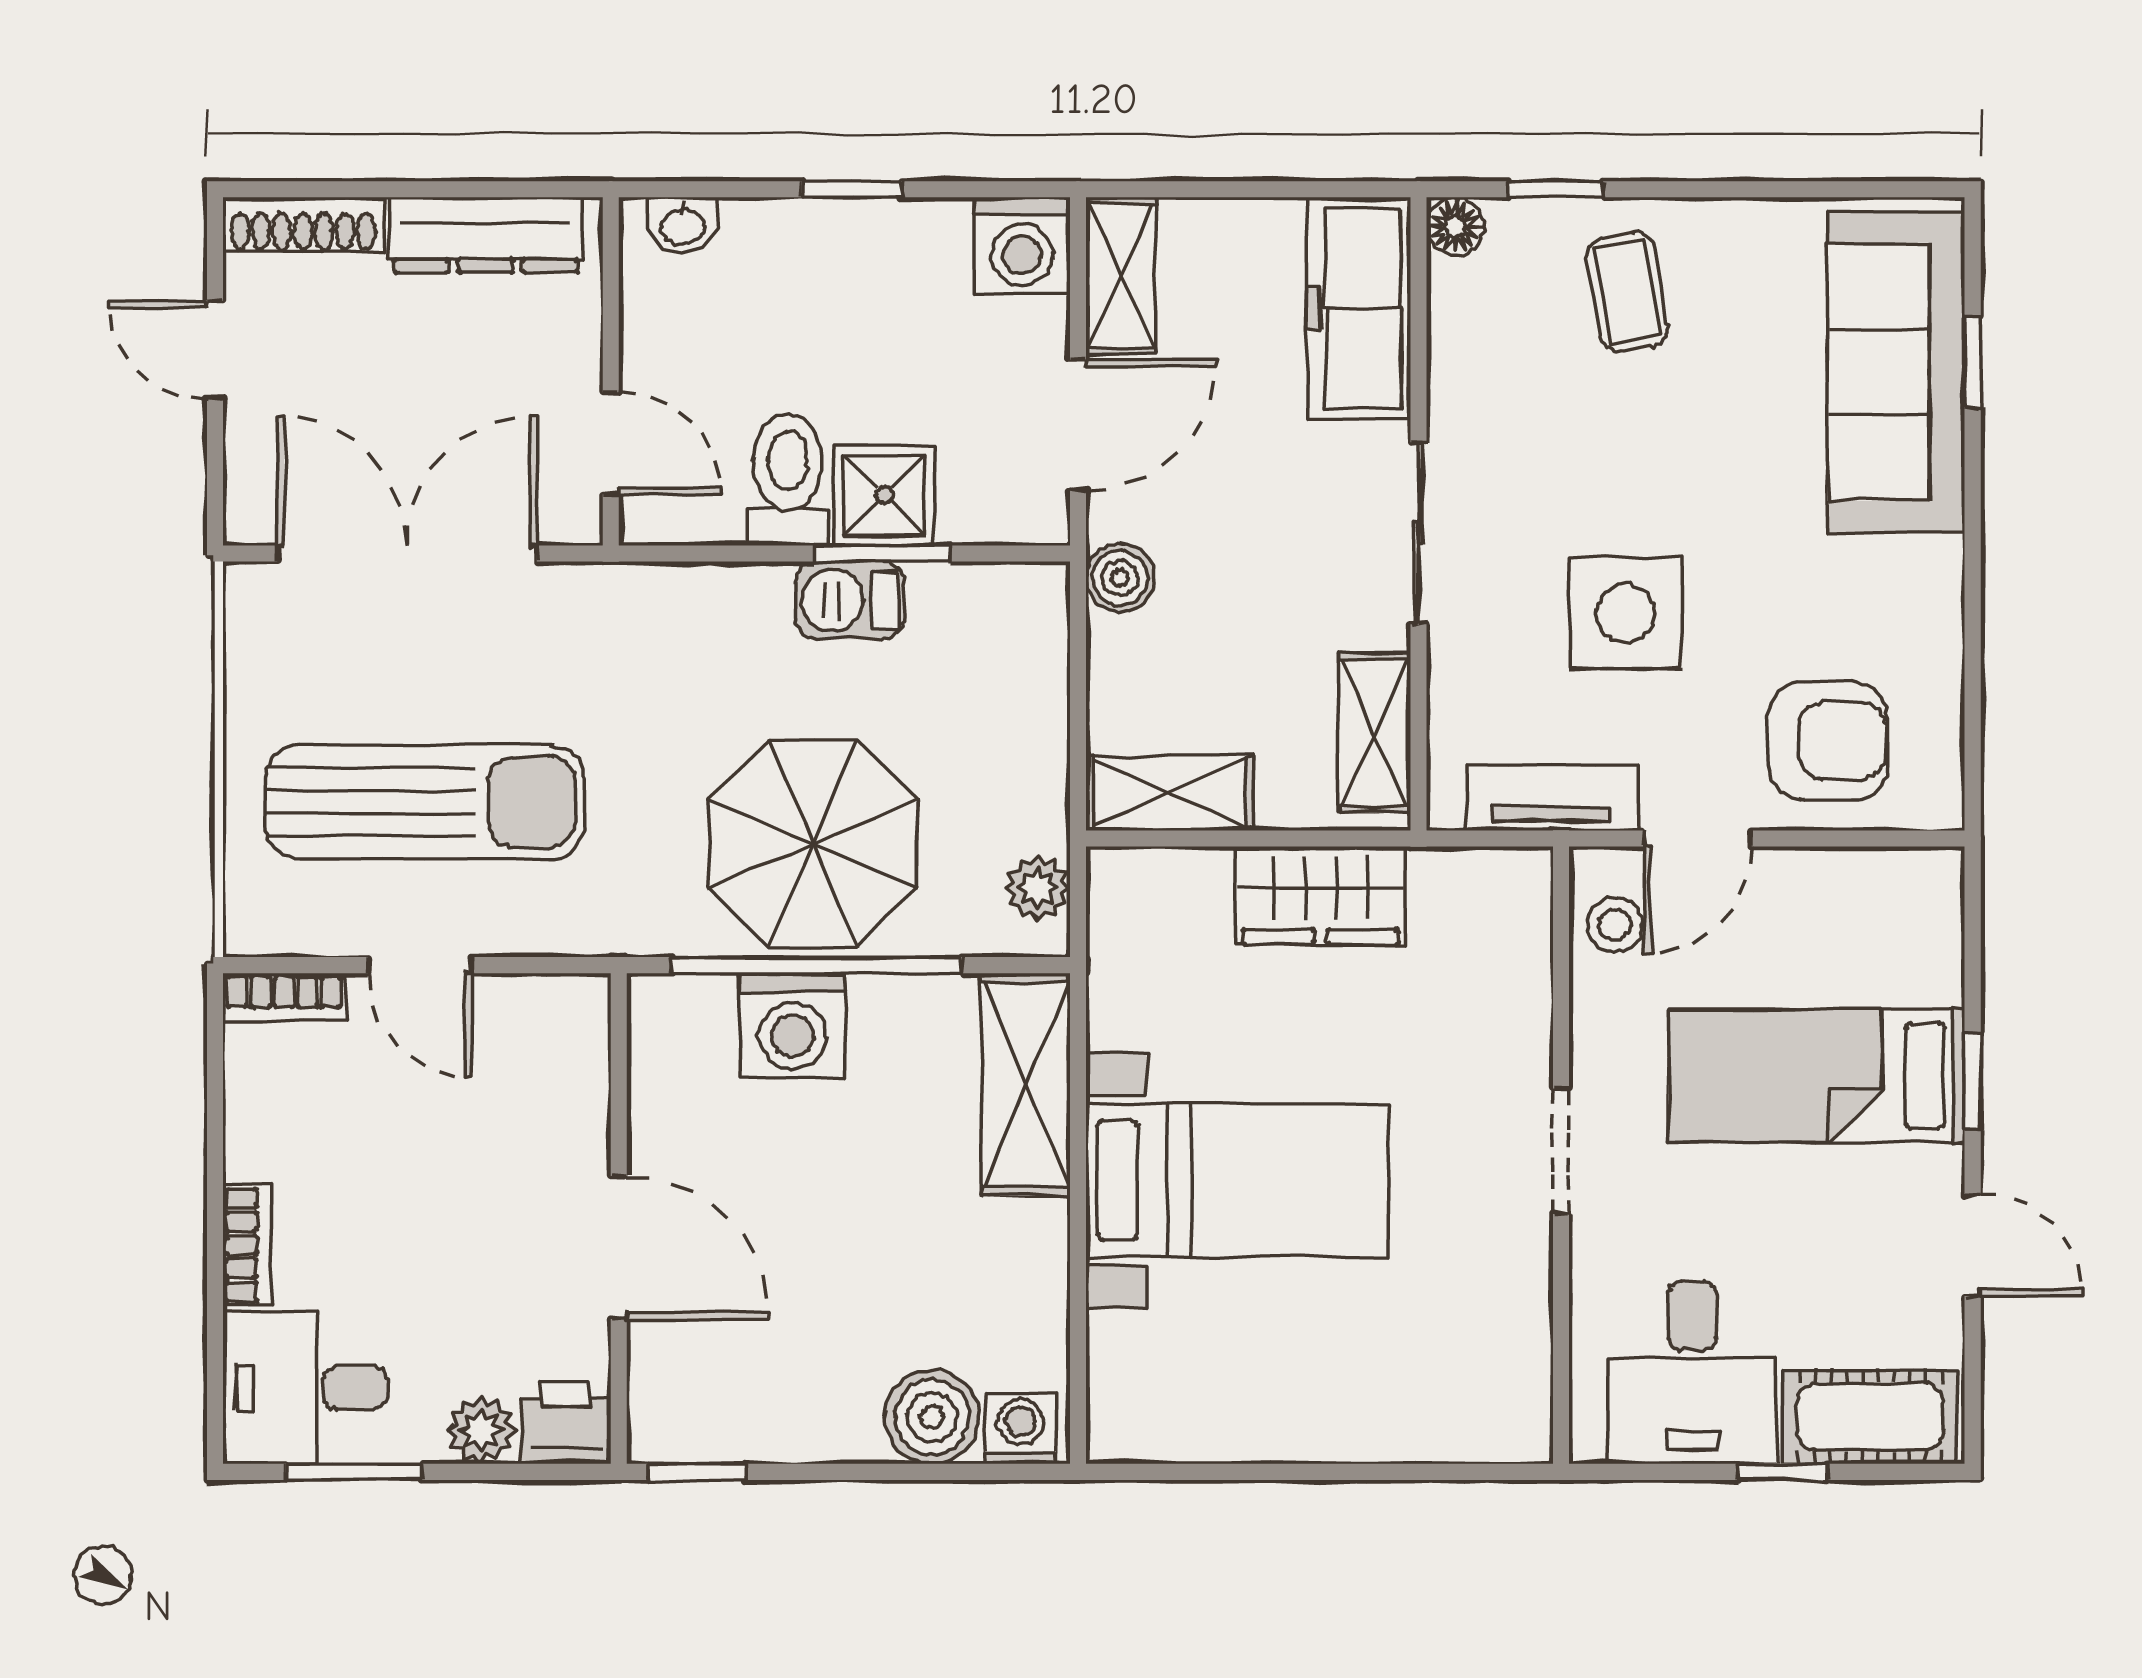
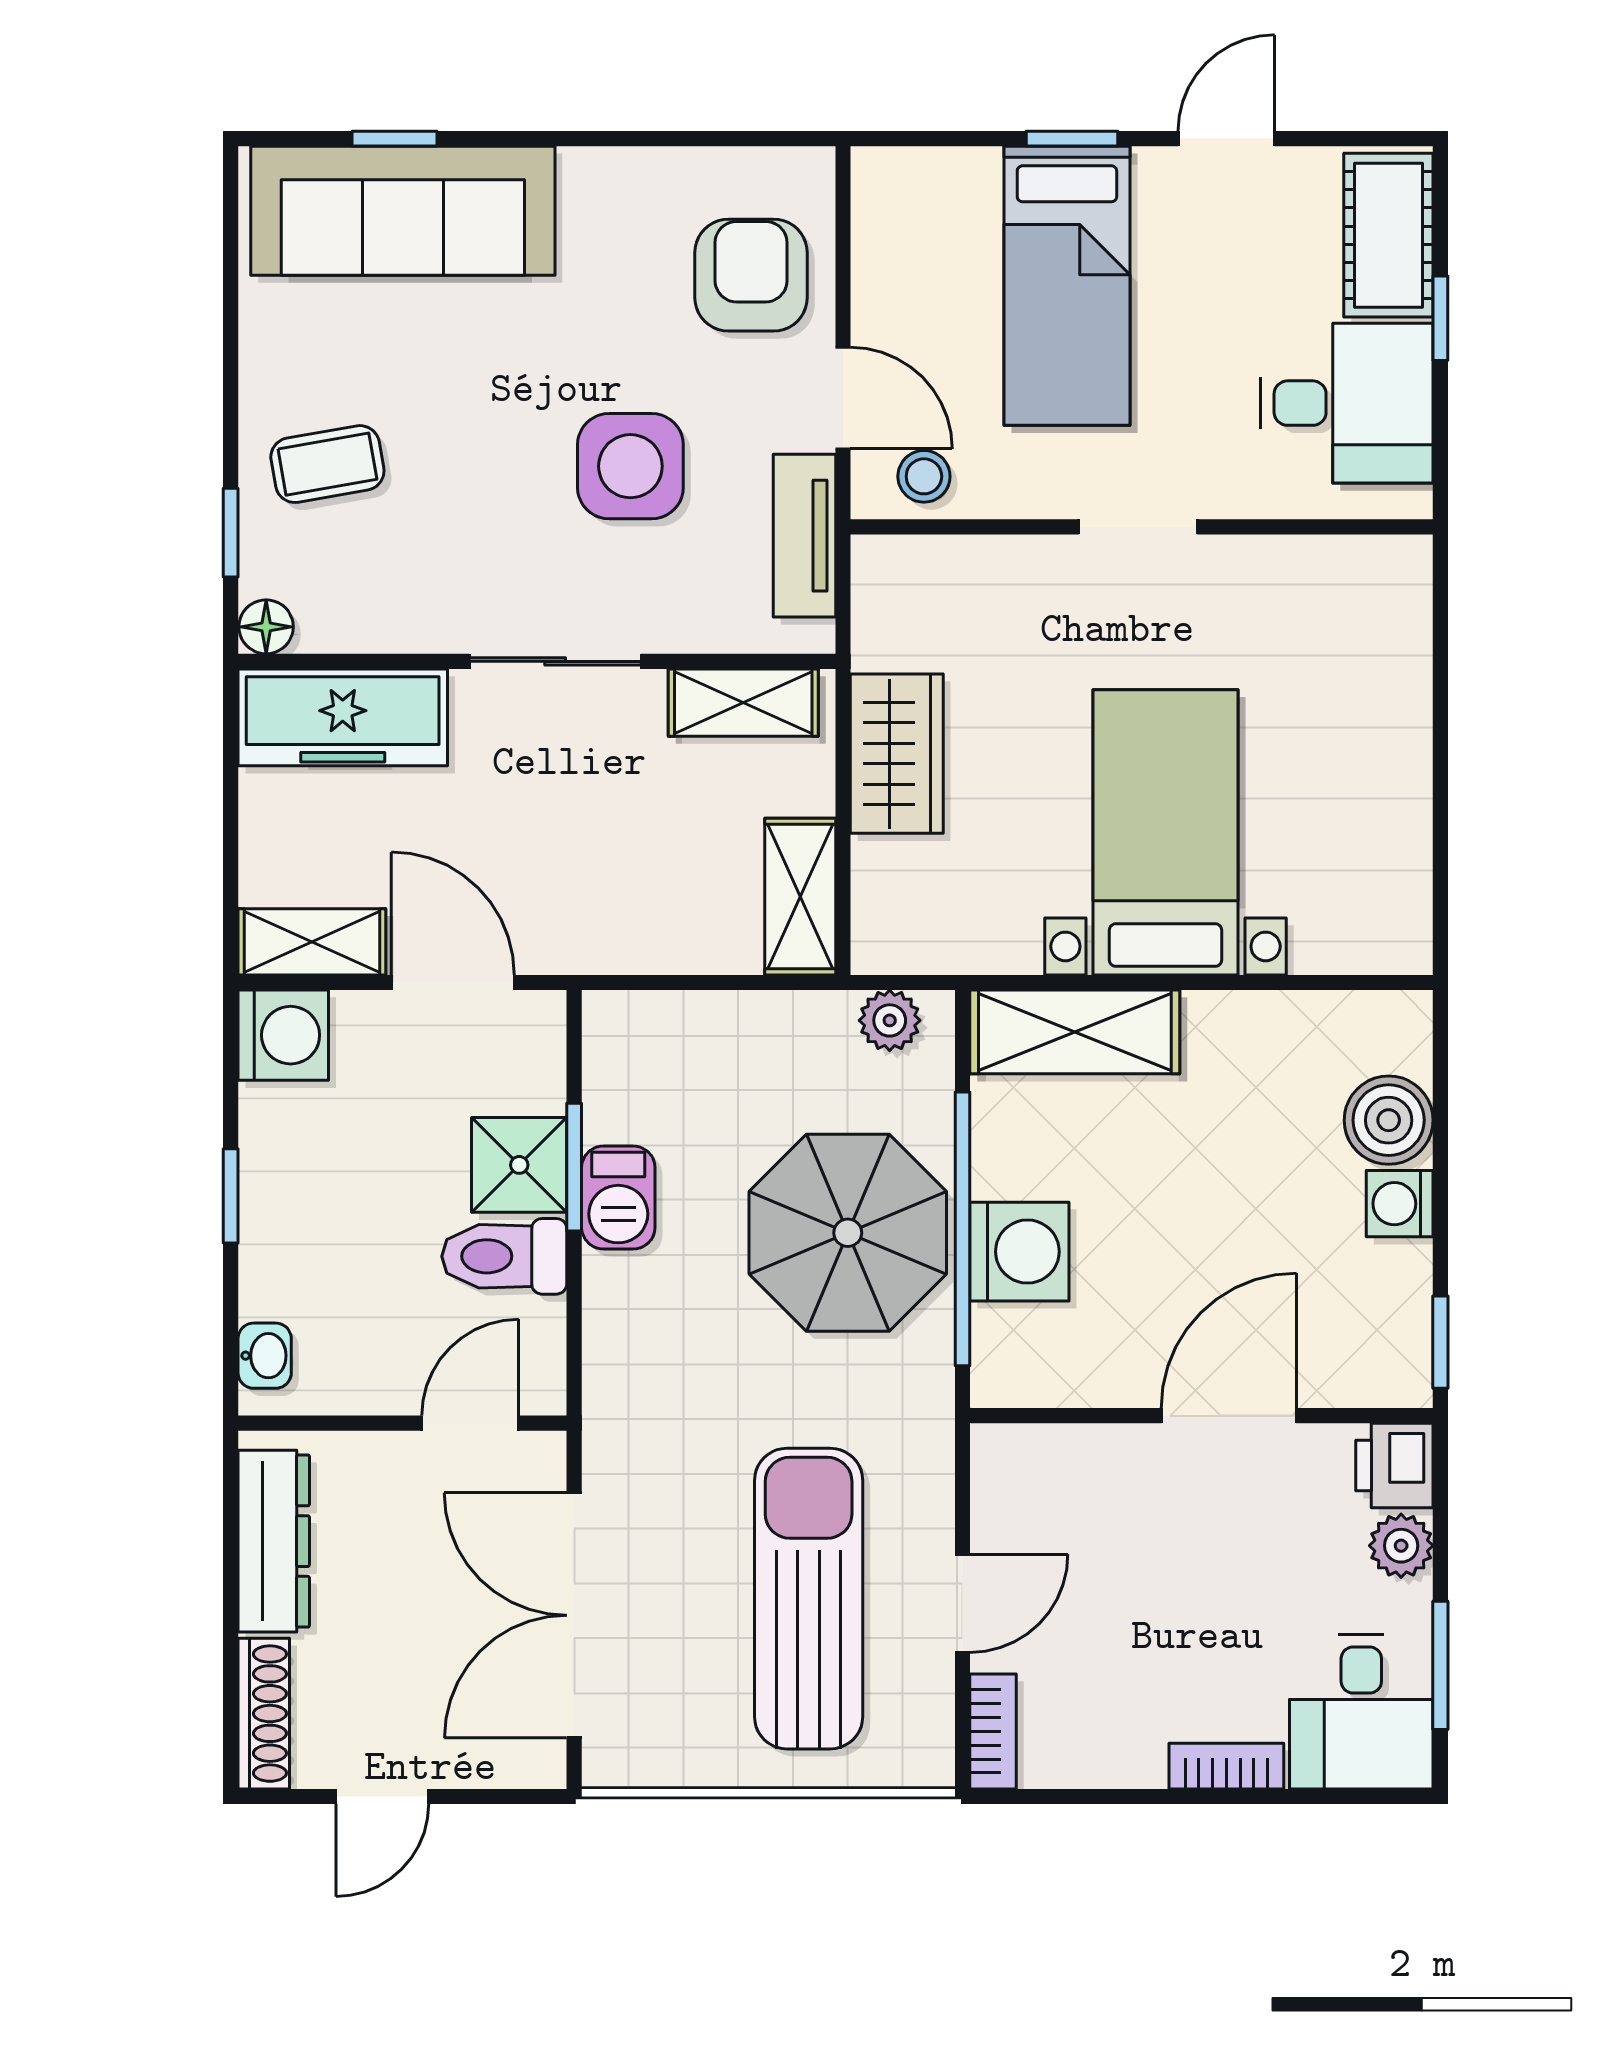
boiler: (1120, 578) -> (597, 943), removed
washing machine: (1021, 1429) -> (1400, 1204), moved

